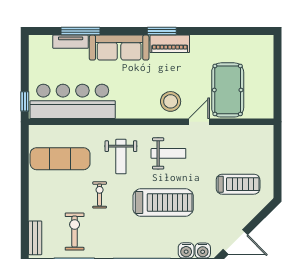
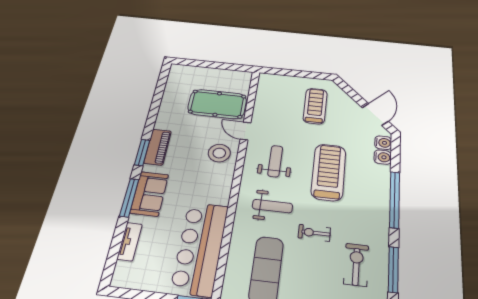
window: (81, 31) -> (129, 198), moved
sofa: (119, 48) -> (149, 194), width x0.73
exercise bike: (75, 232) -> (356, 265), turned 90

